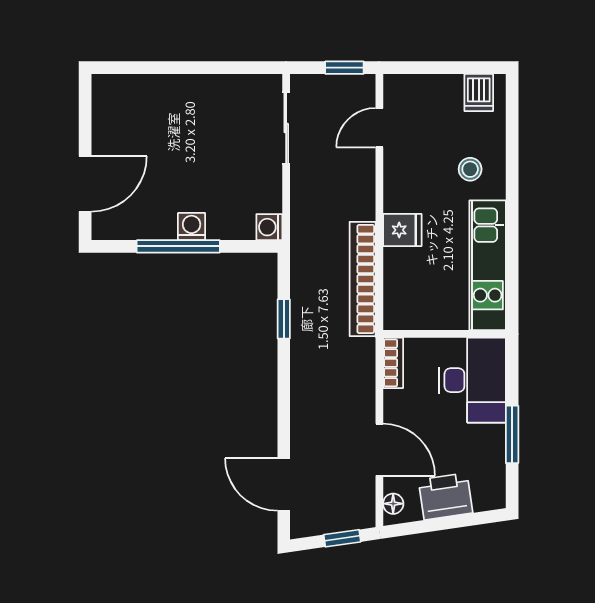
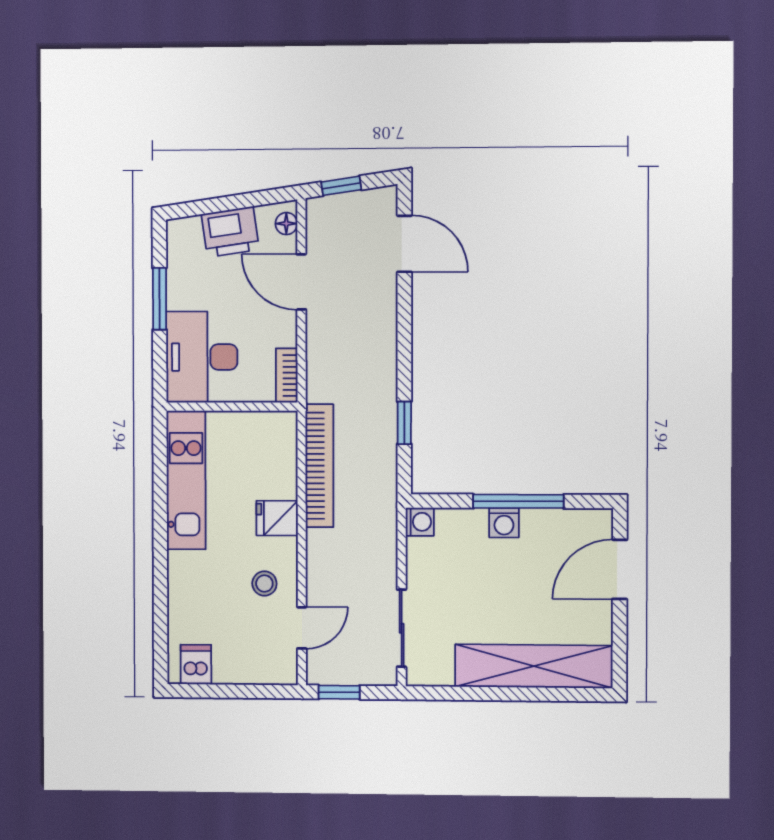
shelving: (164, 94) -> (534, 666), added
stool: (470, 169) -> (264, 584), moved

